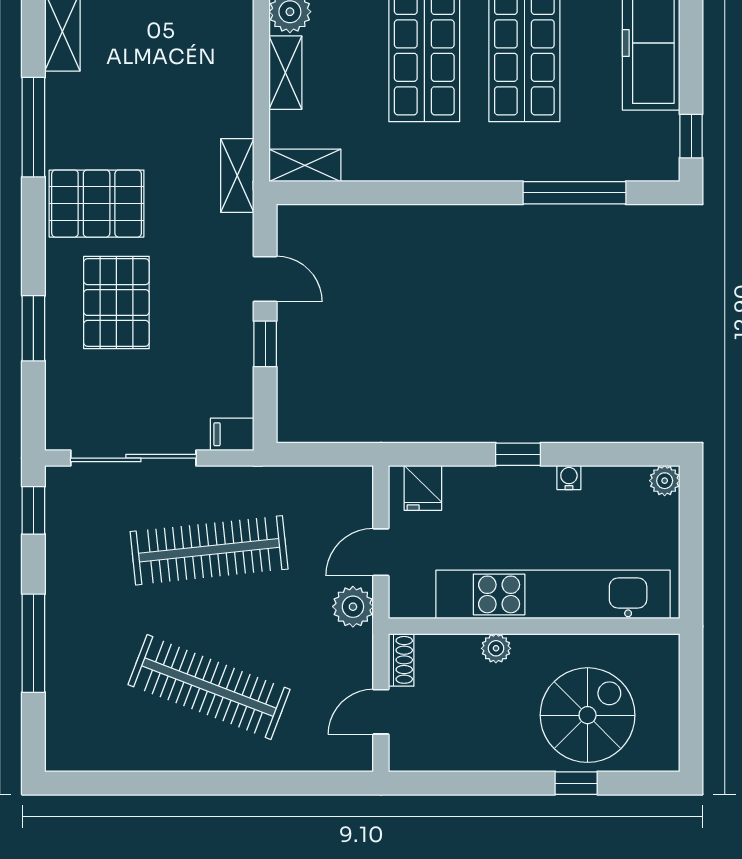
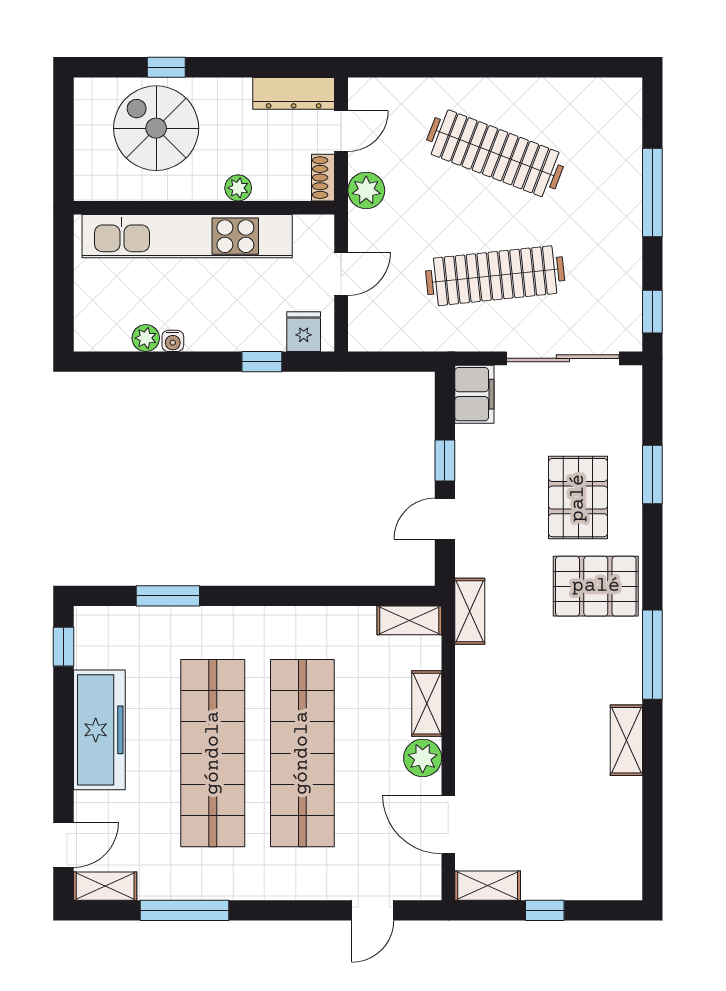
window: (574, 193) -> (168, 596), width x0.69
door: (265, 279) -> (445, 519), hinge flipped
filing cabinet: (232, 434) -> (474, 394), width x2.00
window: (518, 454) -> (262, 362), moved
plant: (665, 481) -> (146, 338), moved
plant: (353, 607) -> (366, 190), moved
spiral stairs: (588, 715) -> (156, 128), turned 90
dresser: (434, 754) -> (294, 93), added

